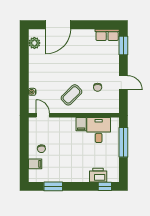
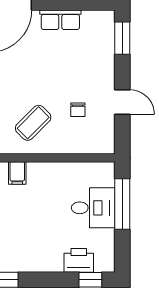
row of seats: (107, 35) -> (60, 20), moved
filing cabinet: (81, 124) -> (17, 173), moved
desk: (99, 130) -> (93, 208), moved, turned 90

